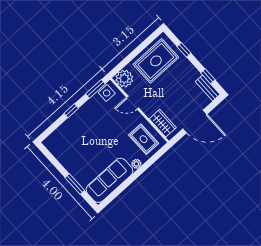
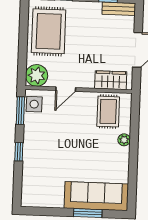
rug: (144, 139) -> (108, 112), turned 90
sofa: (109, 180) -> (96, 196), moved, turned 90

